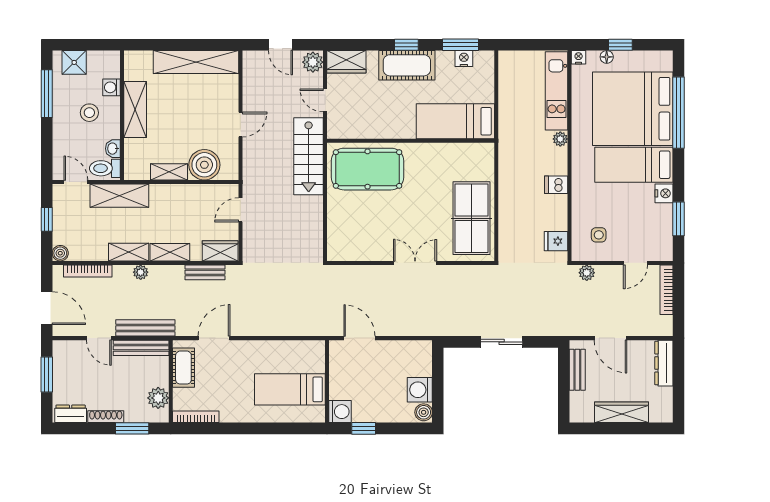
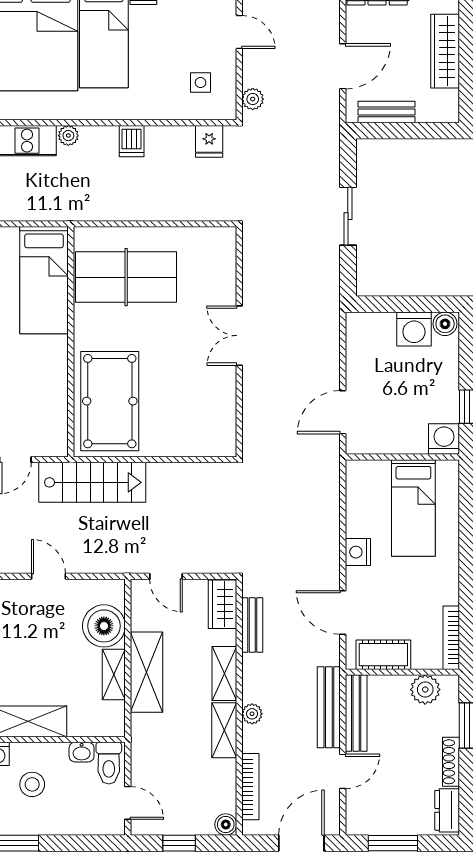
door: (76, 182) -> (128, 803), swing flipped
shelving: (119, 196) -> (146, 672), moved
table tennis table: (471, 218) -> (126, 277), moved
nightstand: (258, 349) -> (358, 552), added

